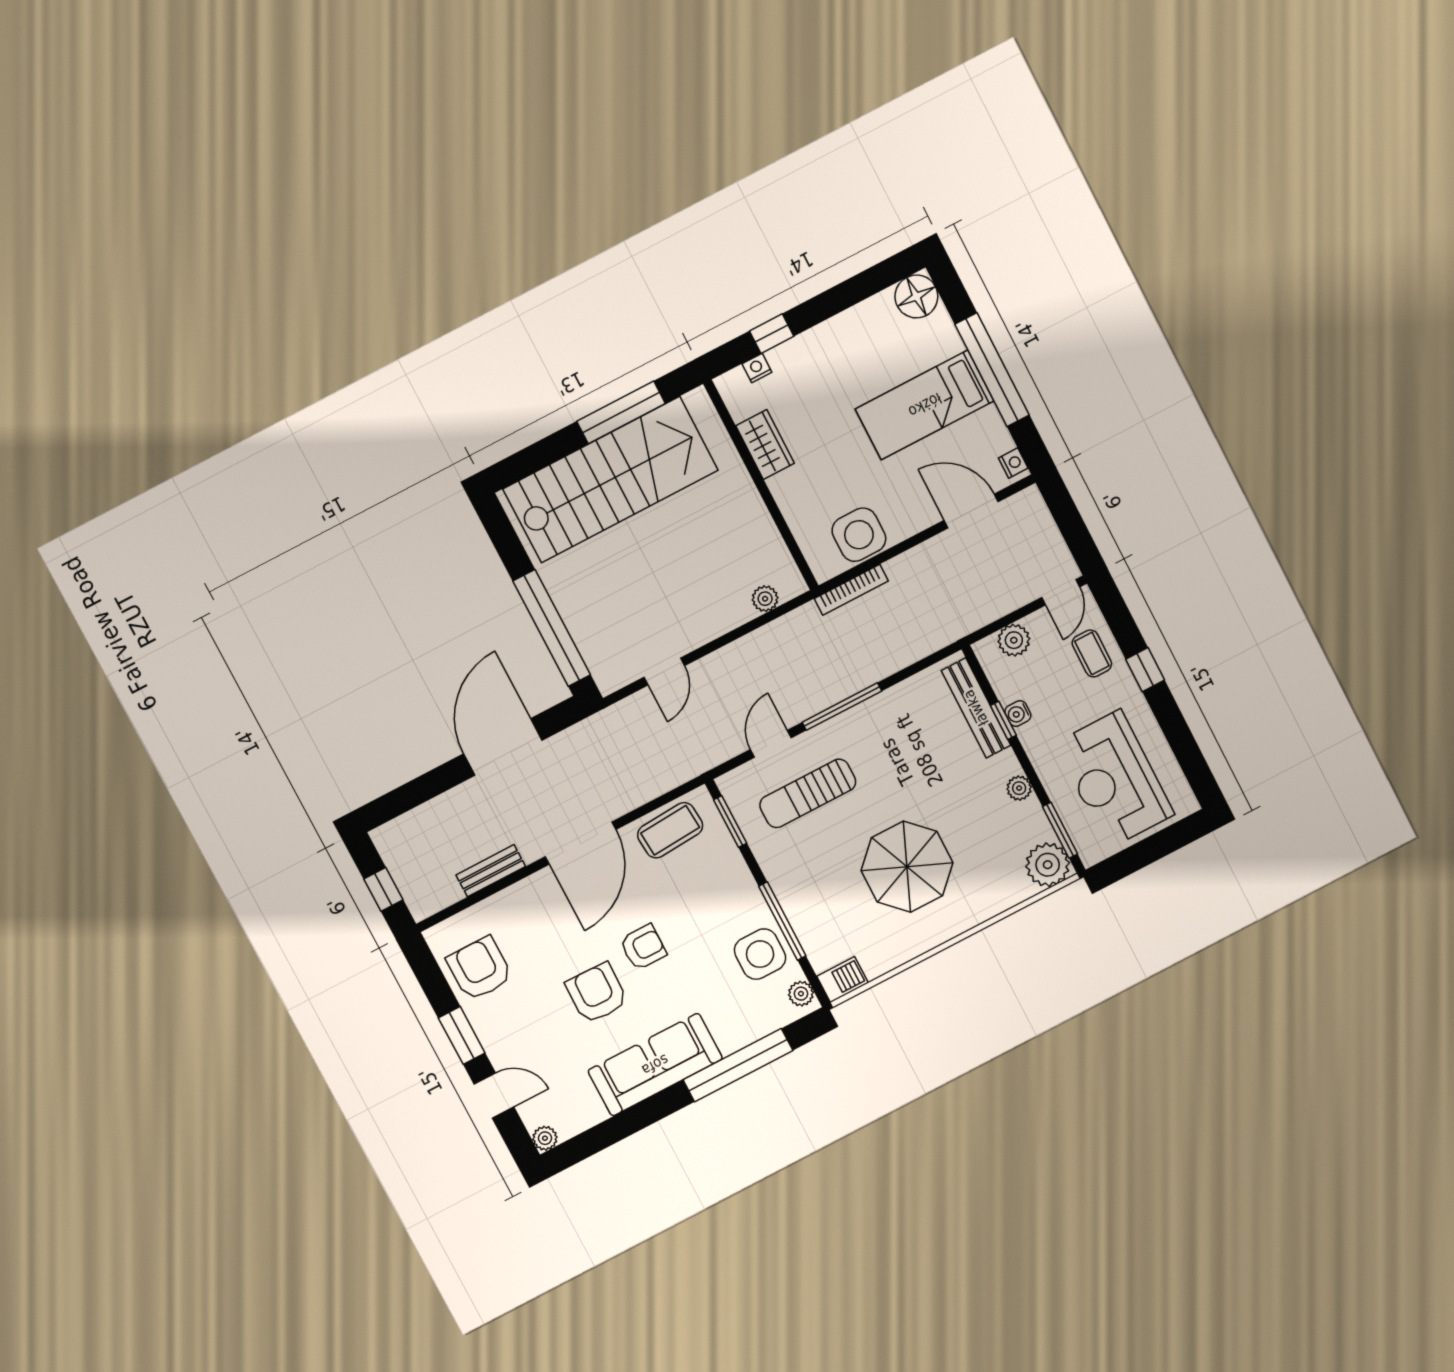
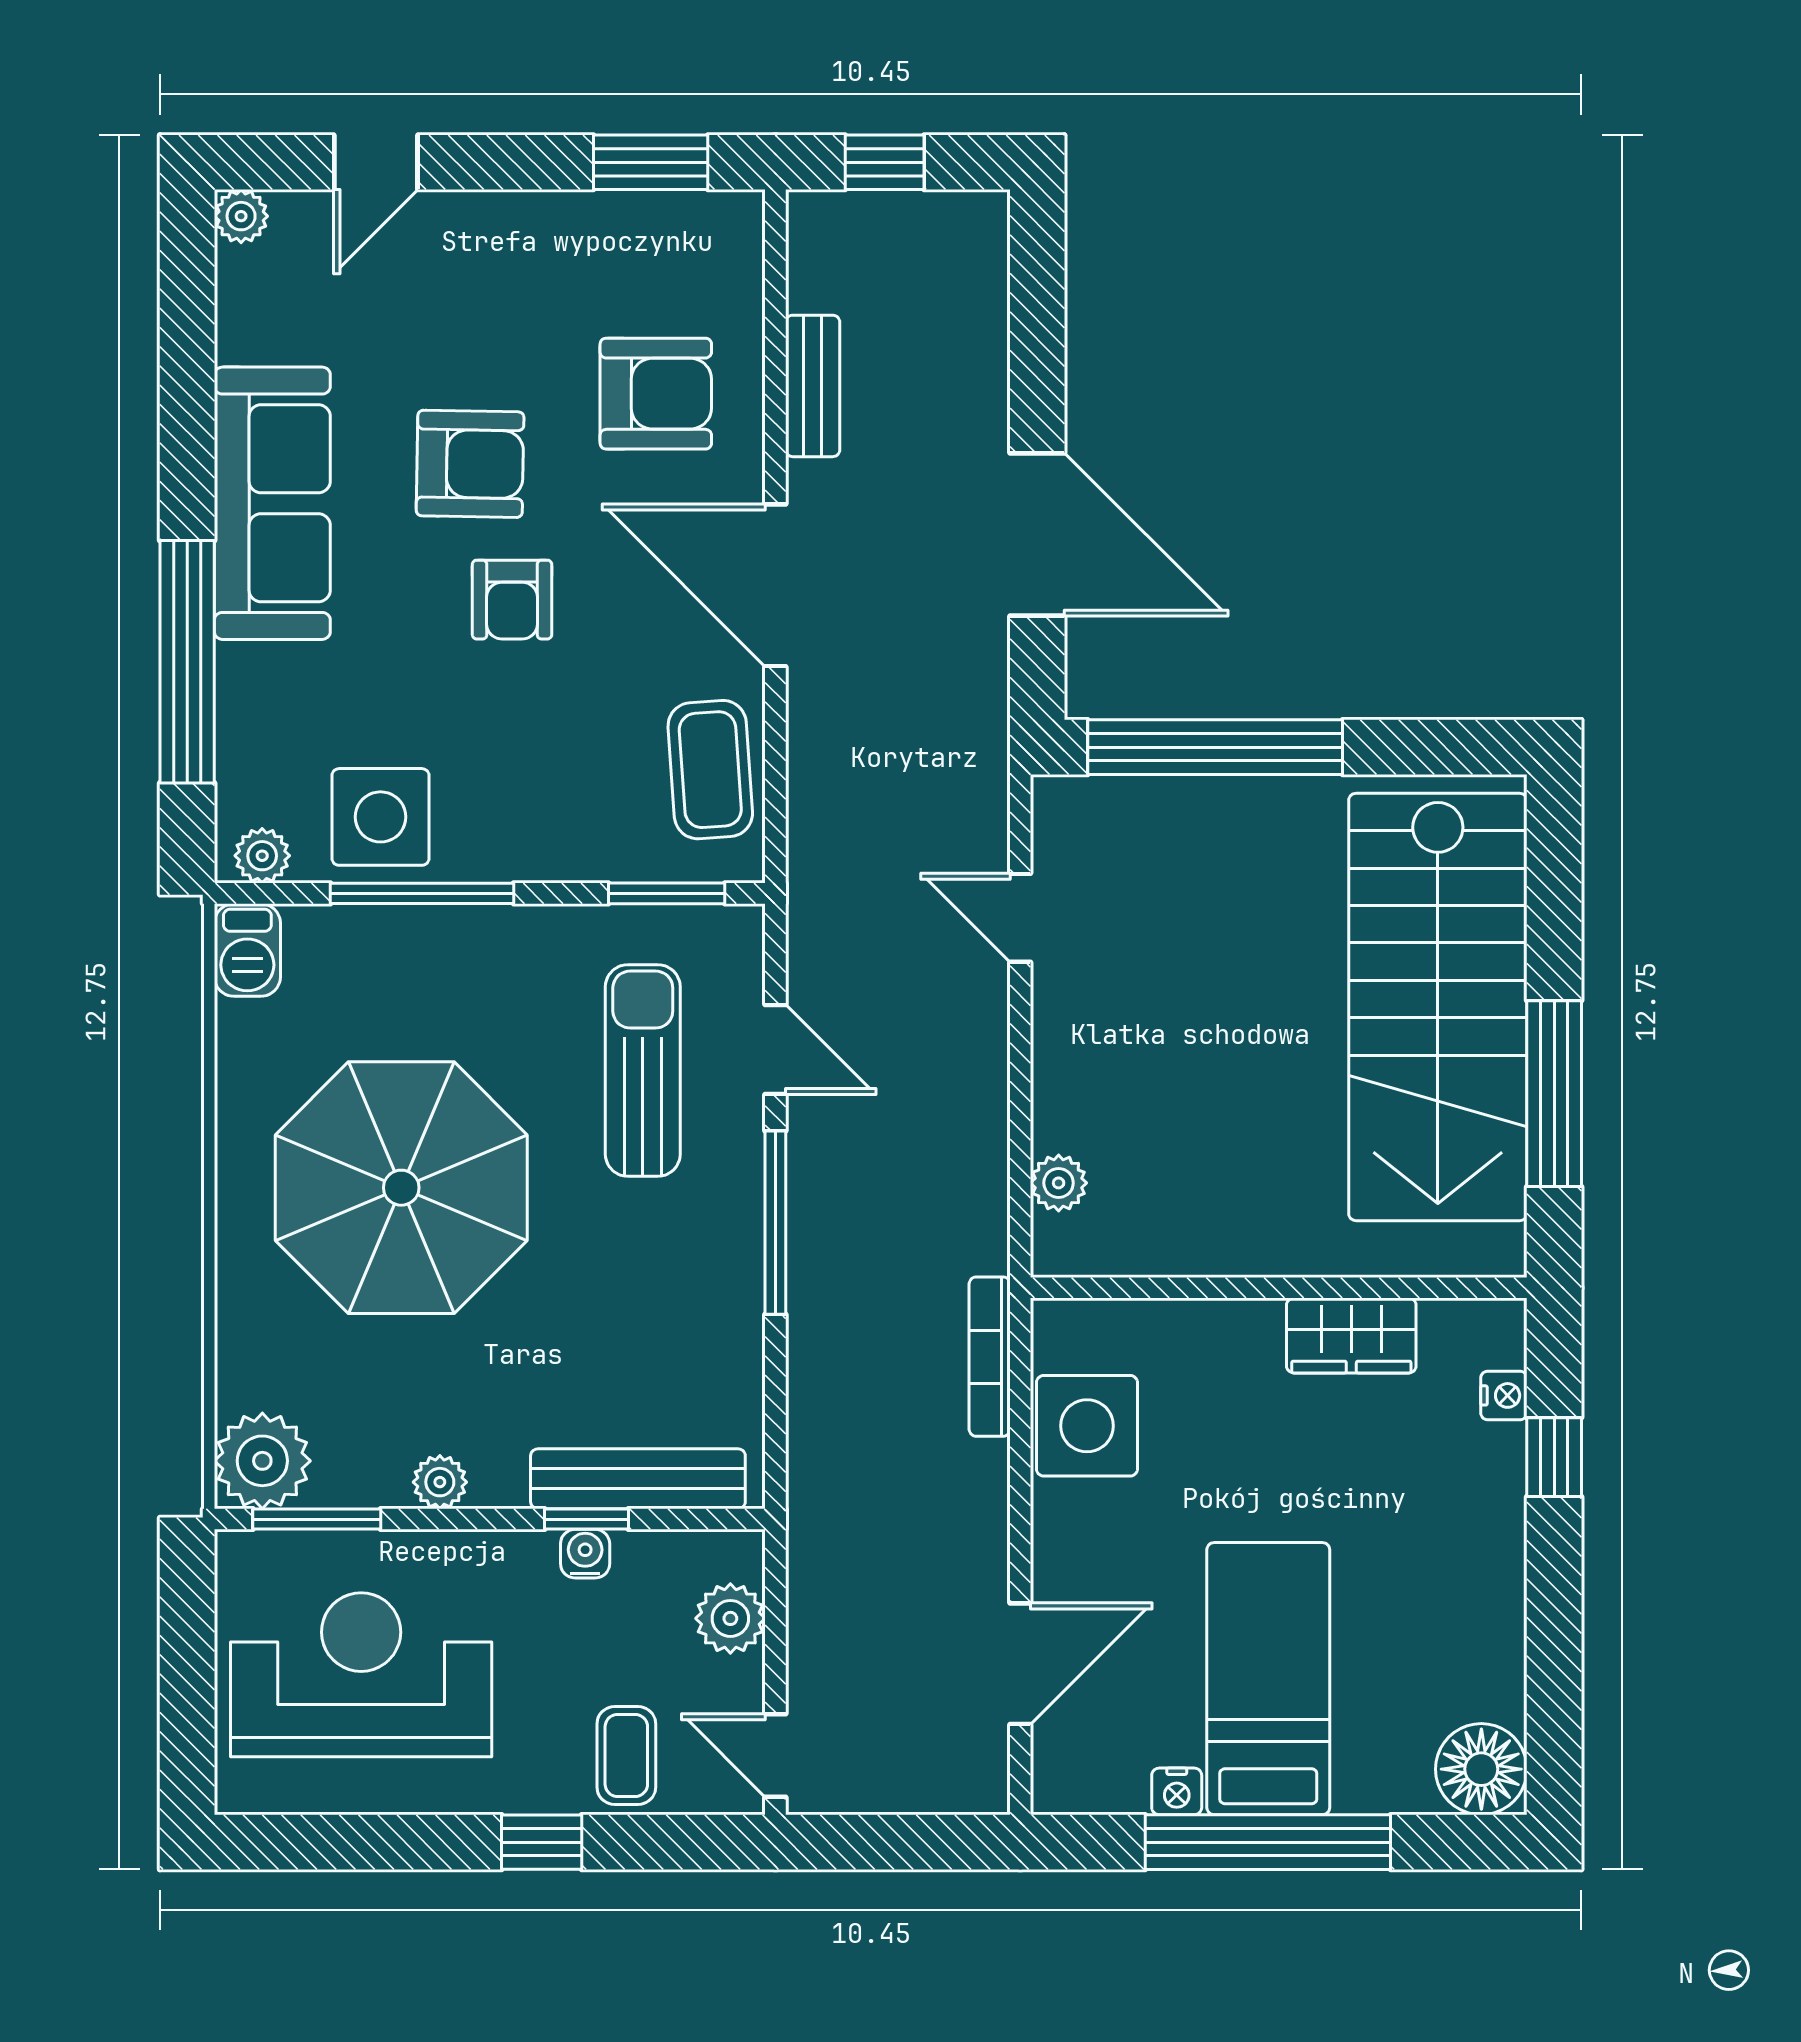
nightstand: (1013, 463) -> (1177, 1791), moved
coffee table: (1092, 653) -> (626, 1755), turned 90
parasol: (907, 867) -> (401, 1188), width x1.36, depth x1.36
armchair: (480, 969) -> (656, 394), moved
window: (462, 1035) -> (651, 162), moved

